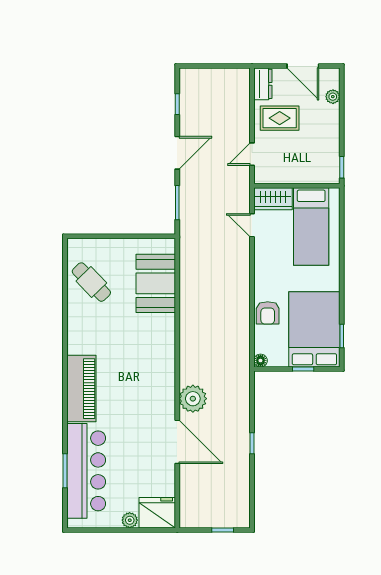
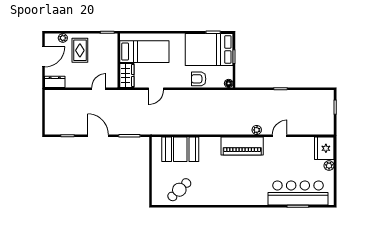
rug: (280, 118) -> (80, 50), moved
door: (252, 154) -> (99, 89), swing flipped
door: (252, 225) -> (156, 89), moved
armchair: (268, 313) -> (199, 79), turned 180
piano: (81, 389) -> (242, 146), moved, turned 180
plant: (193, 399) -> (257, 130), width x0.53, depth x0.53
door: (177, 442) -> (280, 136), width x0.53

